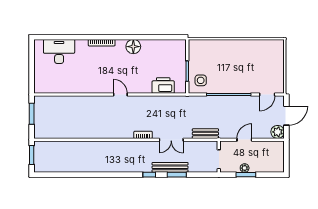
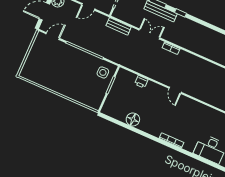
floor lamp: (133, 47) -> (133, 119), moved
printer: (163, 86) -> (141, 82), width x0.53, depth x0.68

